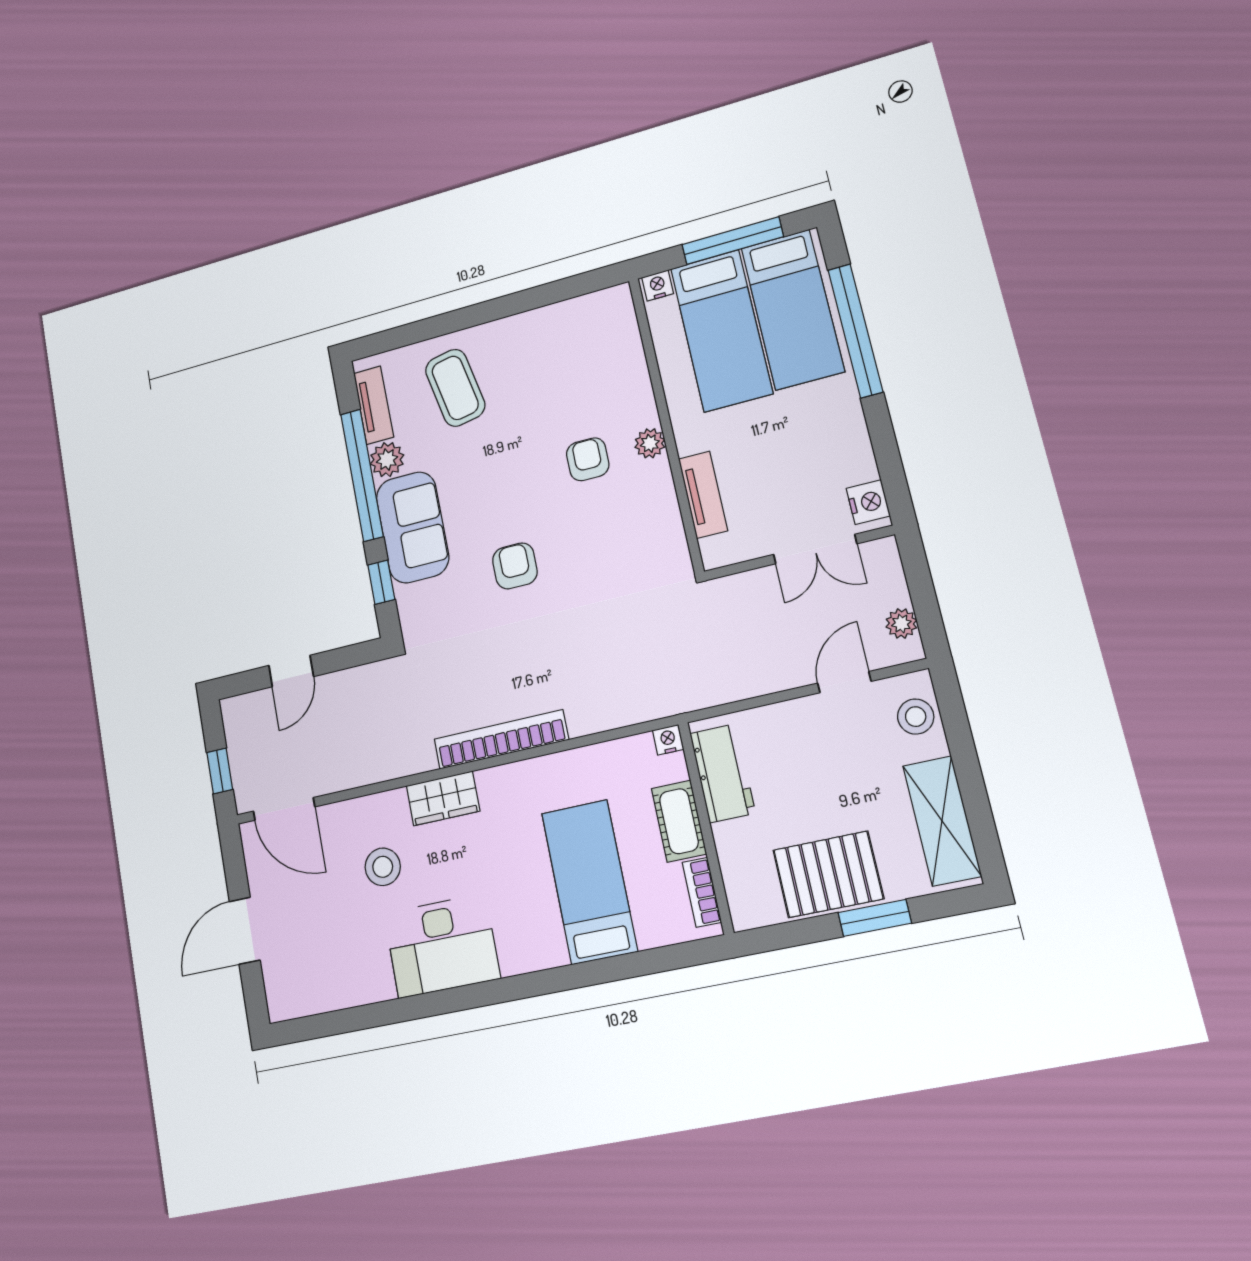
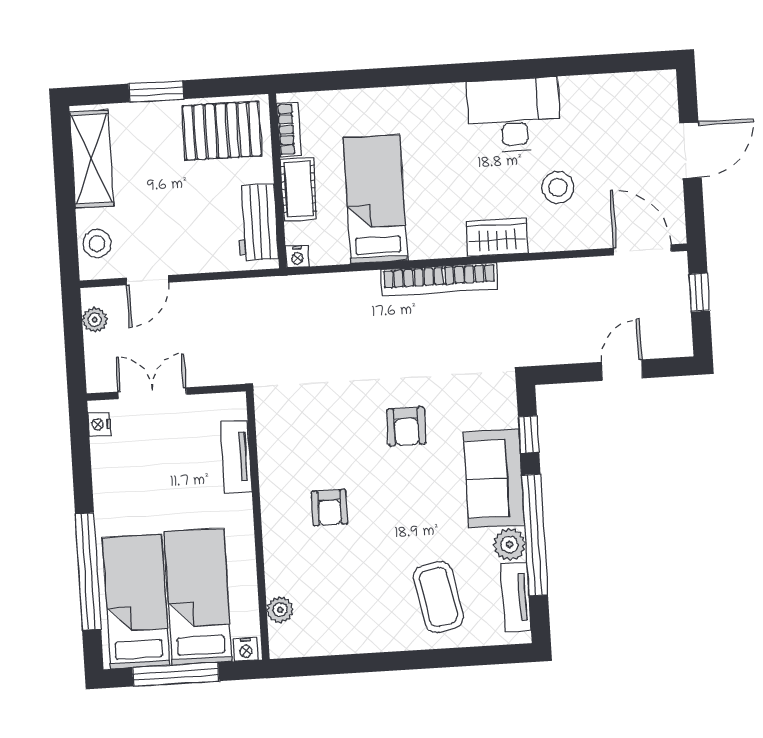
plant: (650, 443) -> (280, 610), moved
nightstand: (868, 502) -> (99, 424), width x0.72, depth x0.74
pallet: (828, 874) -> (222, 131), moved
bed: (589, 882) -> (375, 199), moved, turned 180

